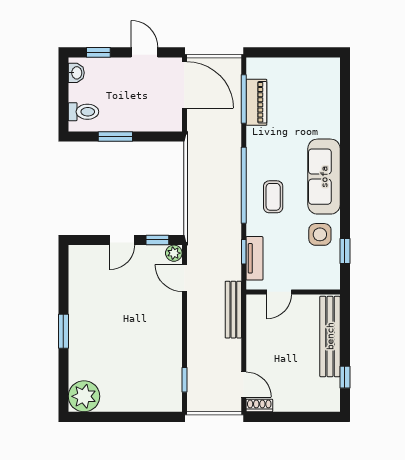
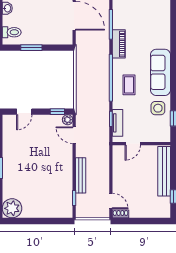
piano: (256, 102) -> (119, 44), moved
door: (122, 240) -> (24, 112), moved
bench: (233, 310) -> (81, 175), moved

